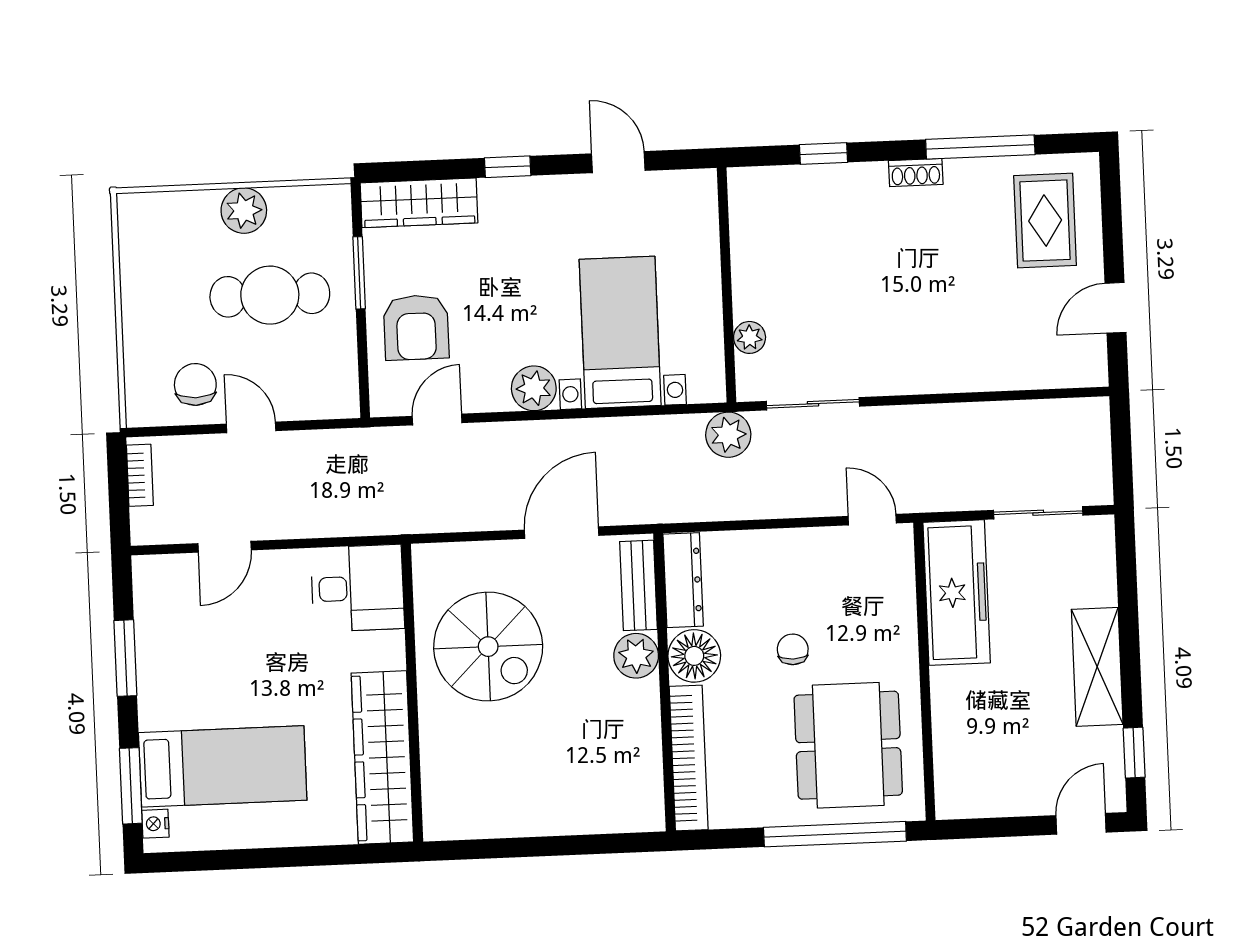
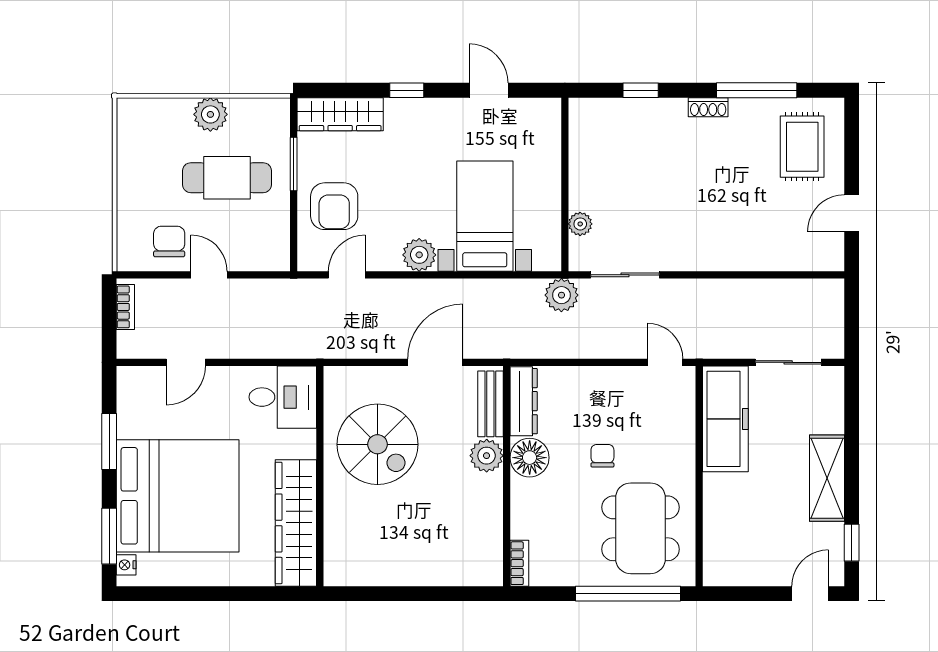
bookcase: (689, 758) -> (519, 563), width x0.43, depth x0.76
bed: (223, 766) -> (178, 496), width x2.04

